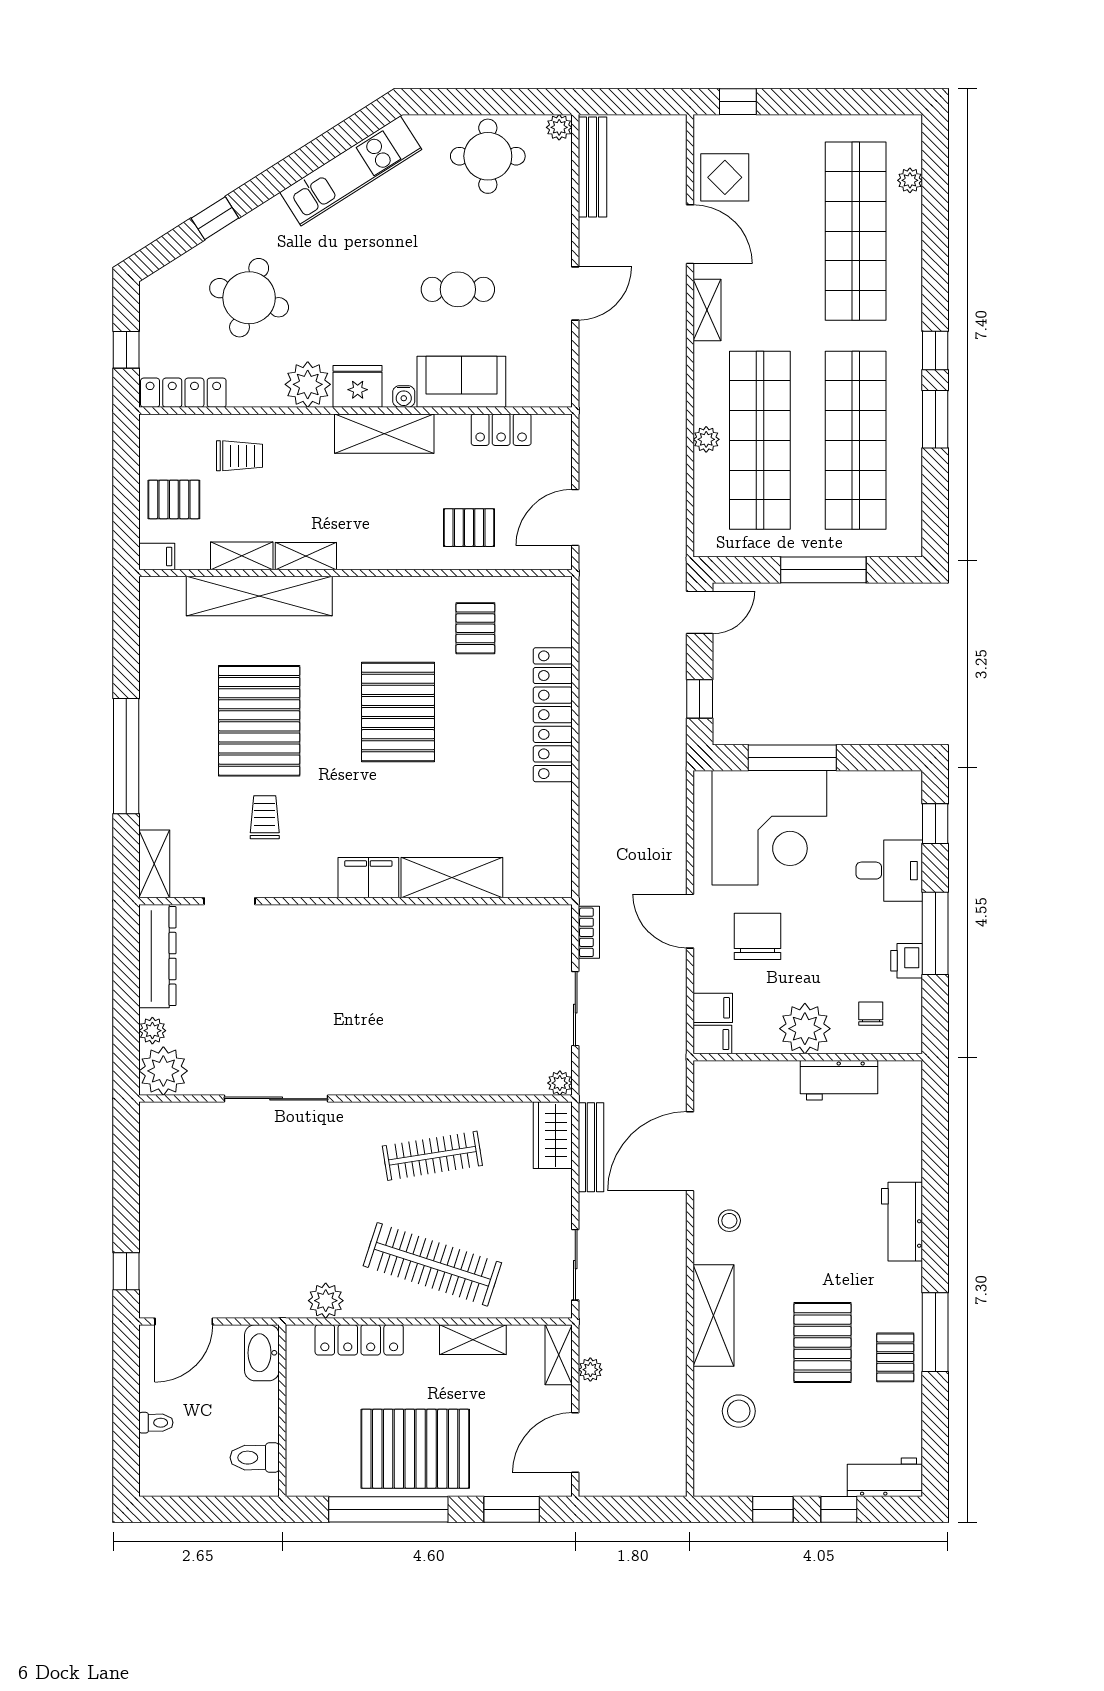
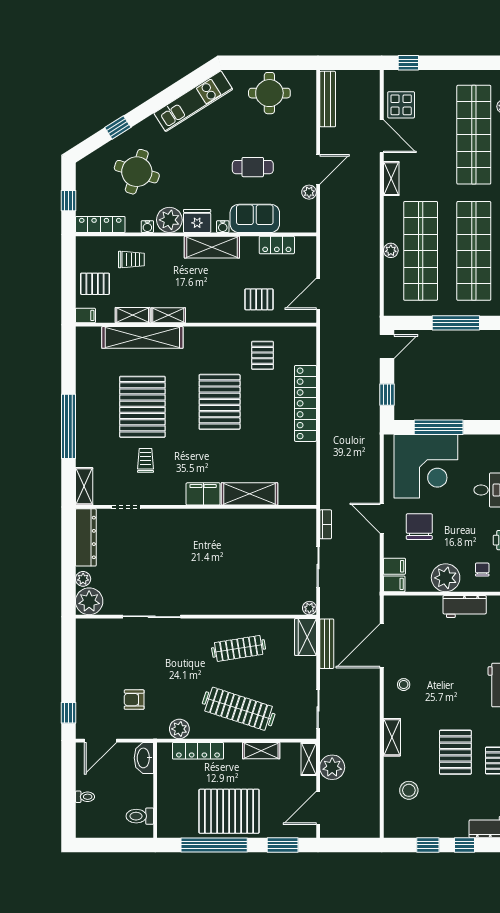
plant: (559, 127) -> (309, 192), moved
water cooler: (268, 396) -> (147, 227), added
armchair: (244, 1248) -> (134, 700), added
shelving: (714, 1315) -> (392, 737), width x0.67, depth x0.75
plant: (590, 1370) -> (332, 767), width x1.87, depth x1.87

